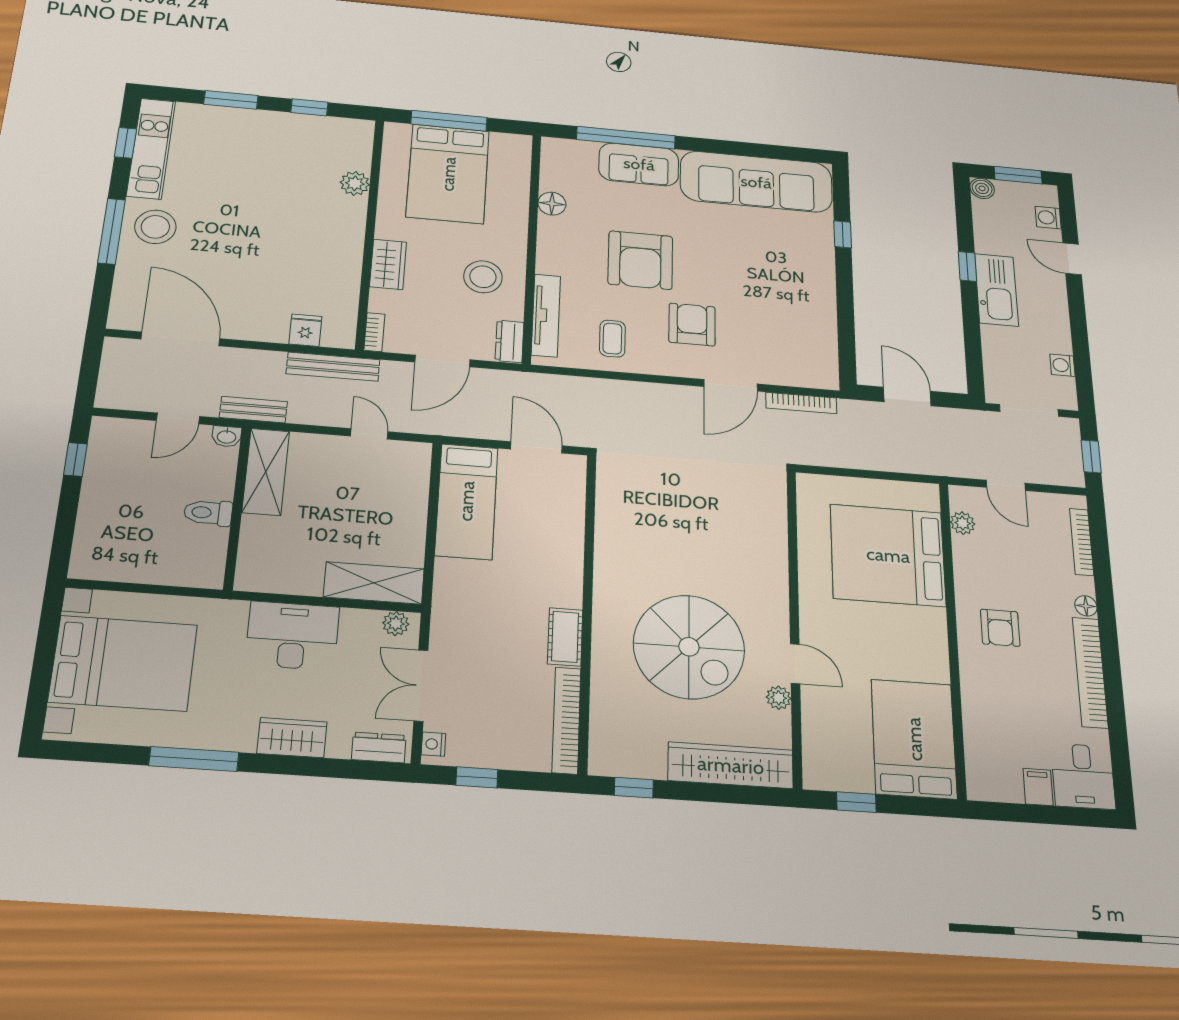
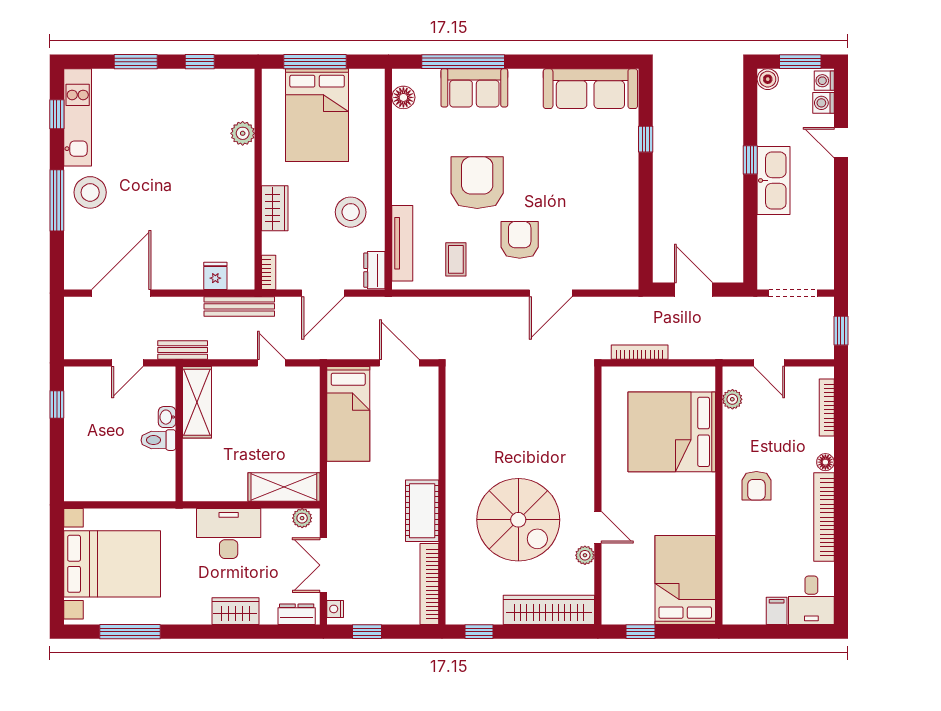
sofa: (756, 182) -> (590, 89), width x0.74, depth x0.79
floor lamp: (552, 204) -> (403, 97), moved
armchair: (640, 260) -> (477, 183), turned 180
door: (180, 339) -> (121, 293), hinge flipped
washing machine: (1063, 365) -> (824, 81), moved
bookcase: (801, 403) -> (640, 352), moved, turned 180
washbasin: (227, 436) -> (167, 417), moved, turned 90
cot: (565, 637) -> (422, 511), width x1.37, depth x1.34
window: (194, 759) -> (130, 632), moved

